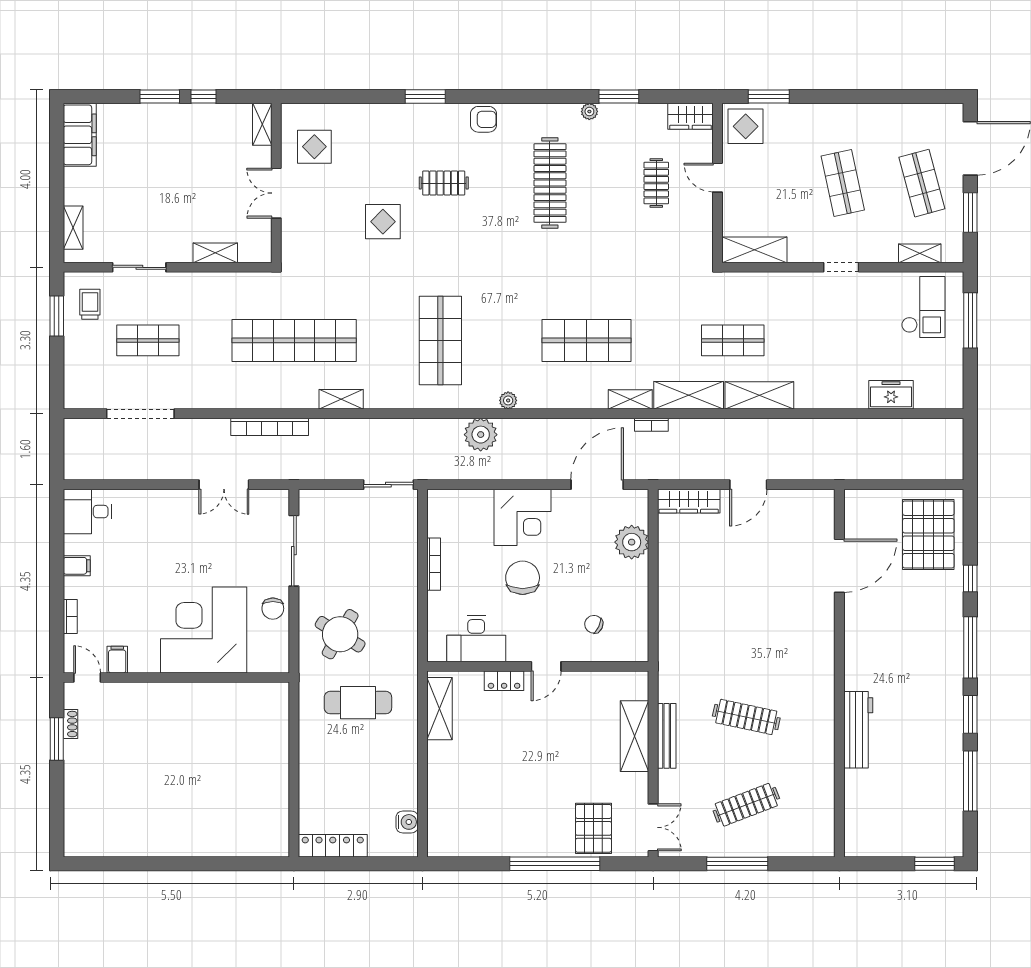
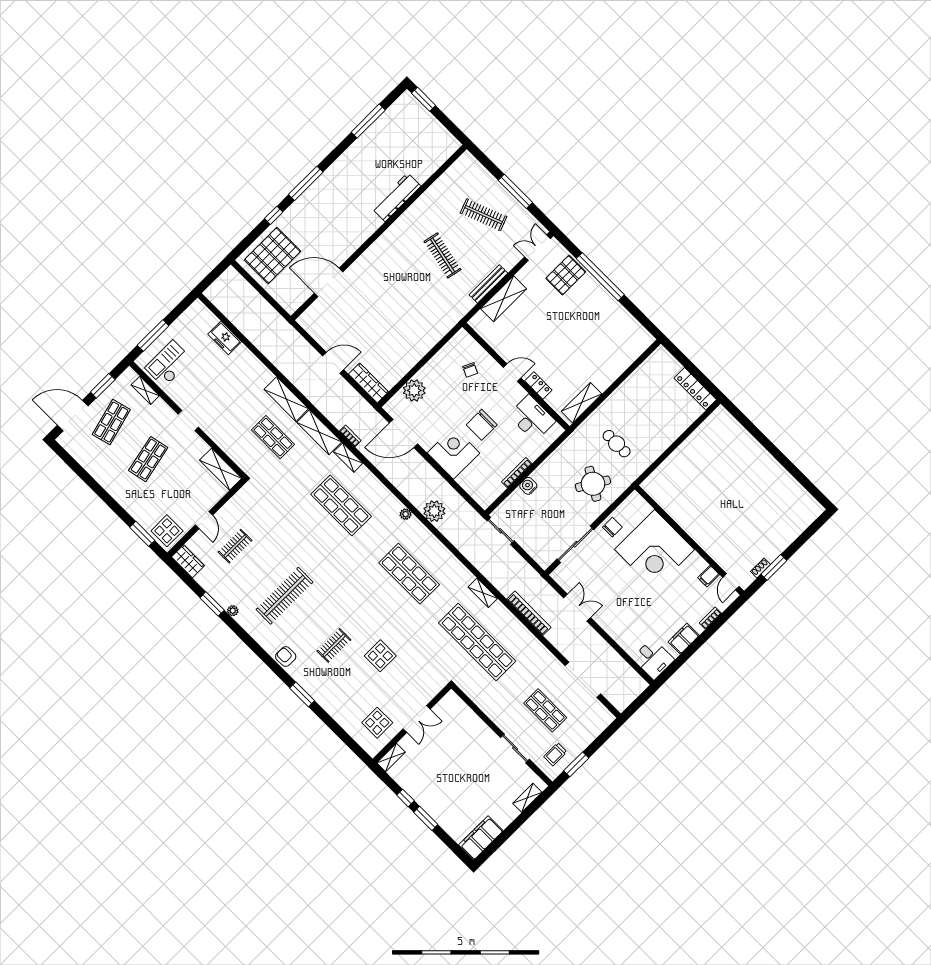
clothes rail: (444, 183) -> (334, 645), turned 90
shelving: (215, 253) -> (473, 720), removed
shop shelf: (440, 340) -> (409, 574), turned 90
filing cabinet: (77, 566) -> (684, 639), width x2.00
cafe table: (358, 703) -> (617, 444), width x0.73, depth x0.74
window: (970, 714) -> (337, 152), removed
water cooler: (407, 822) -> (528, 486), moved

